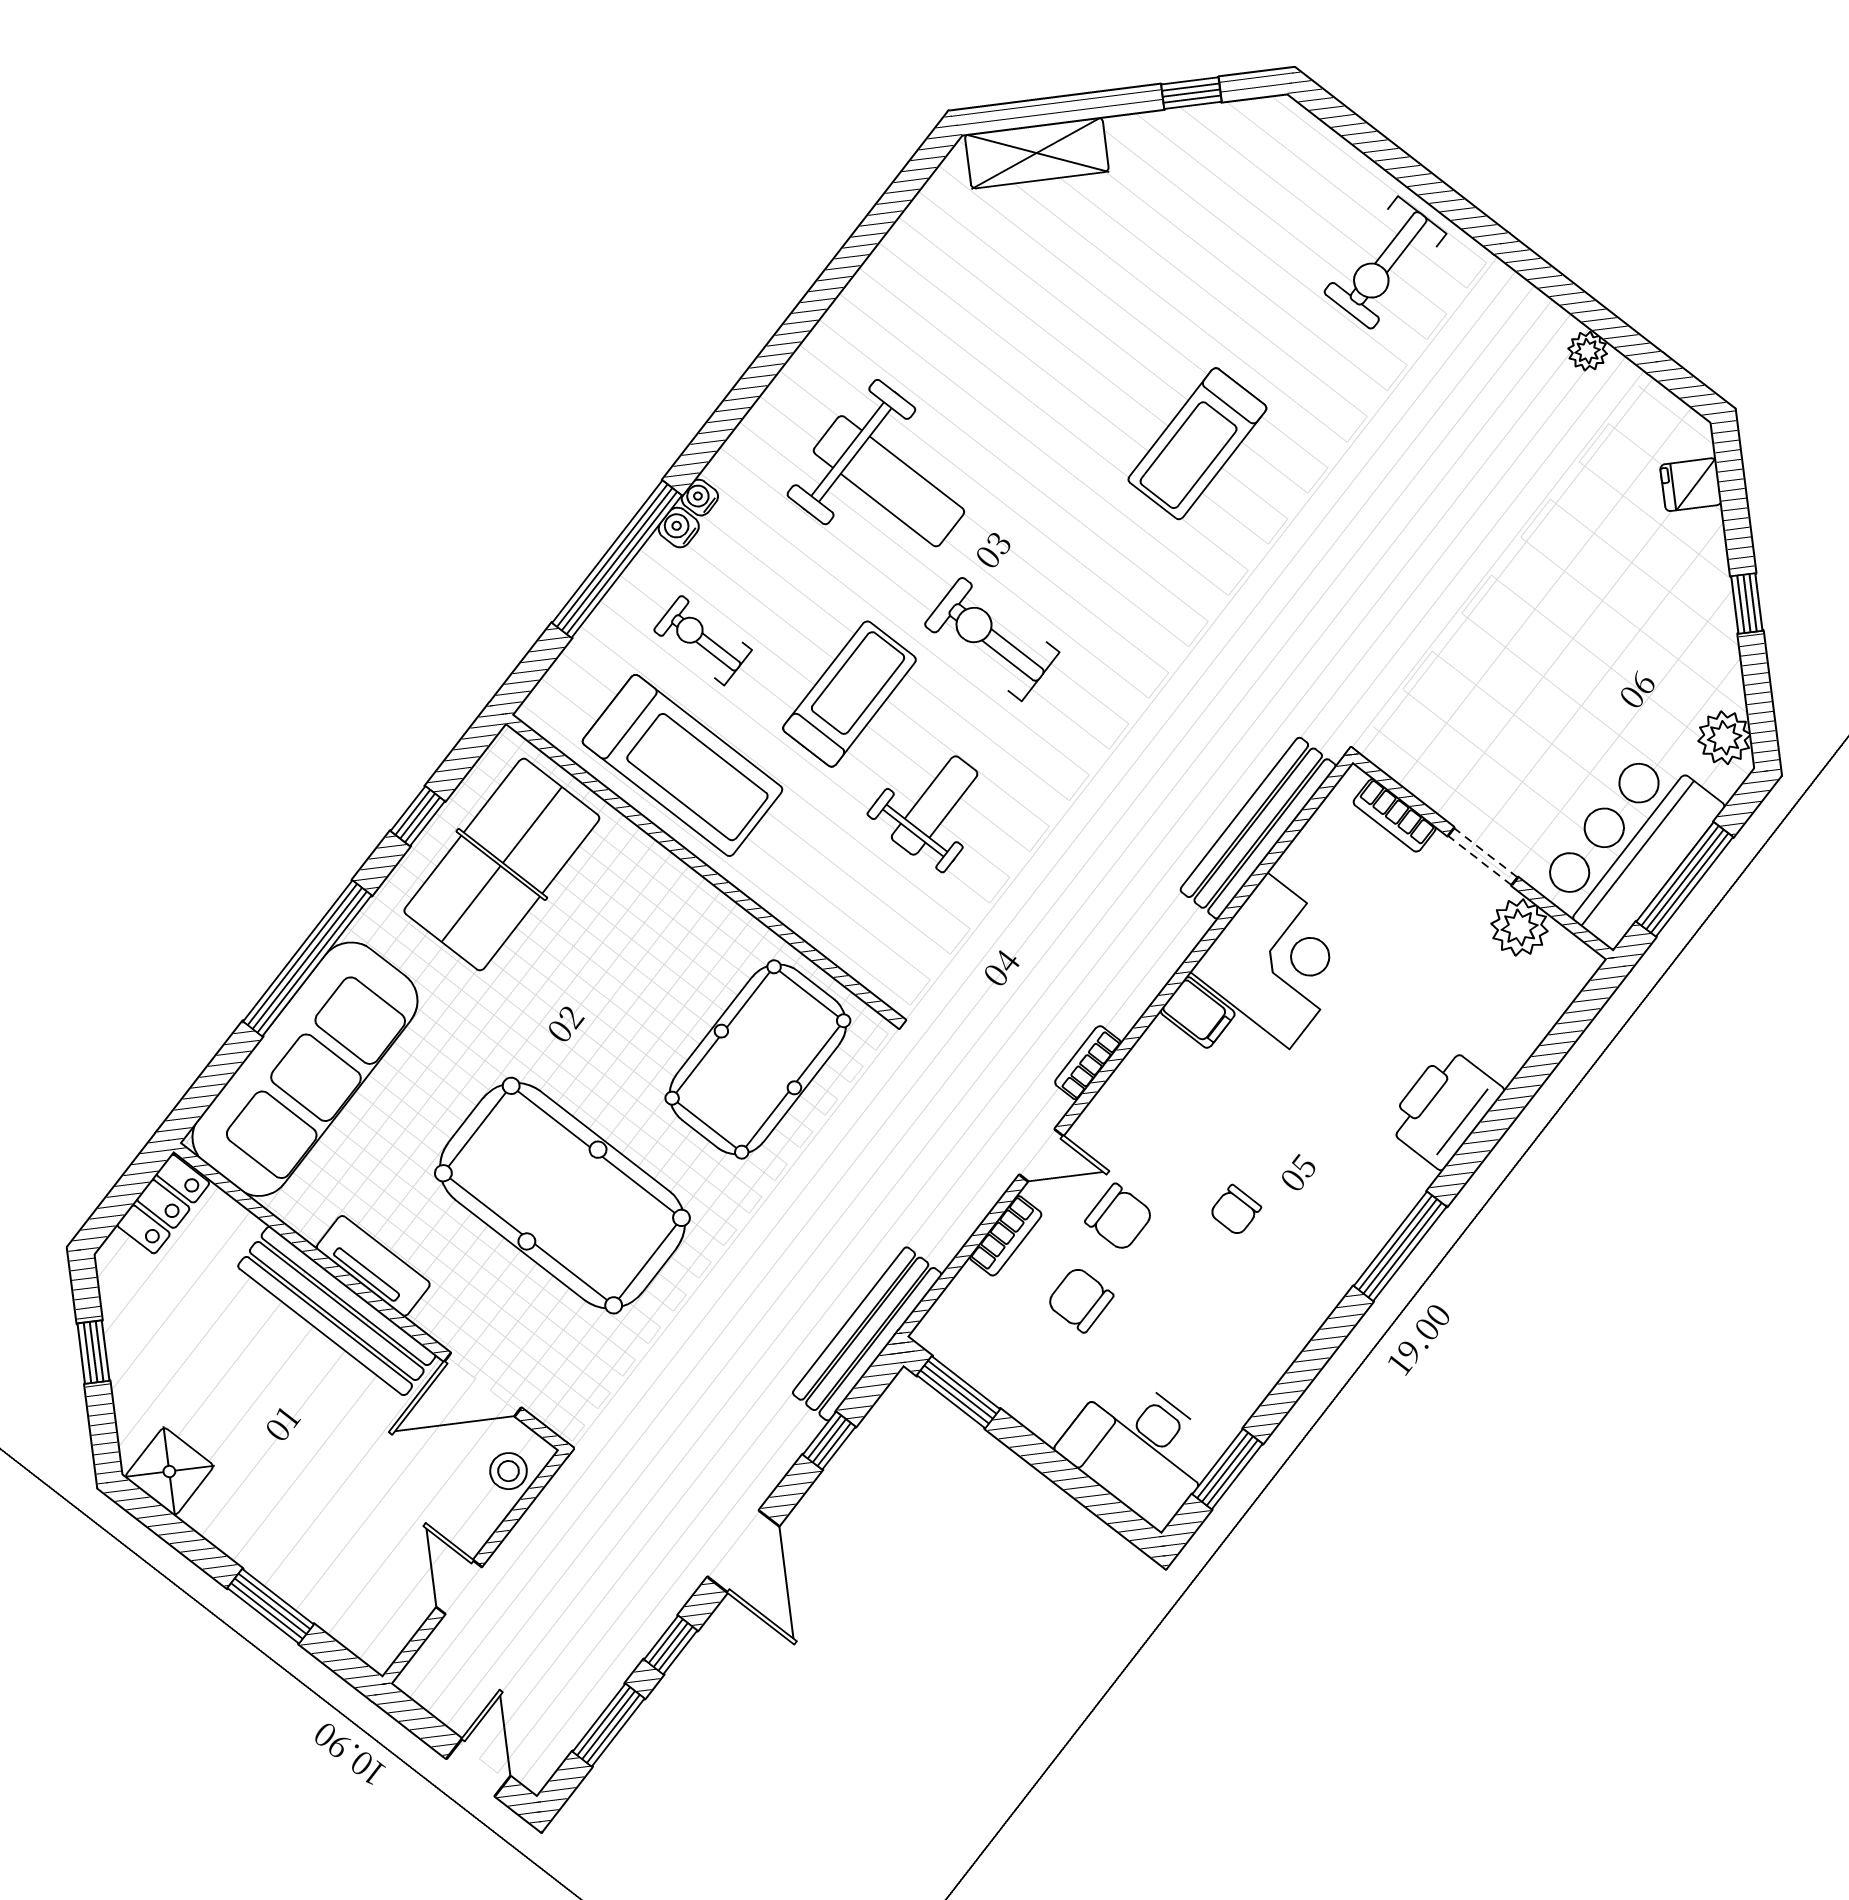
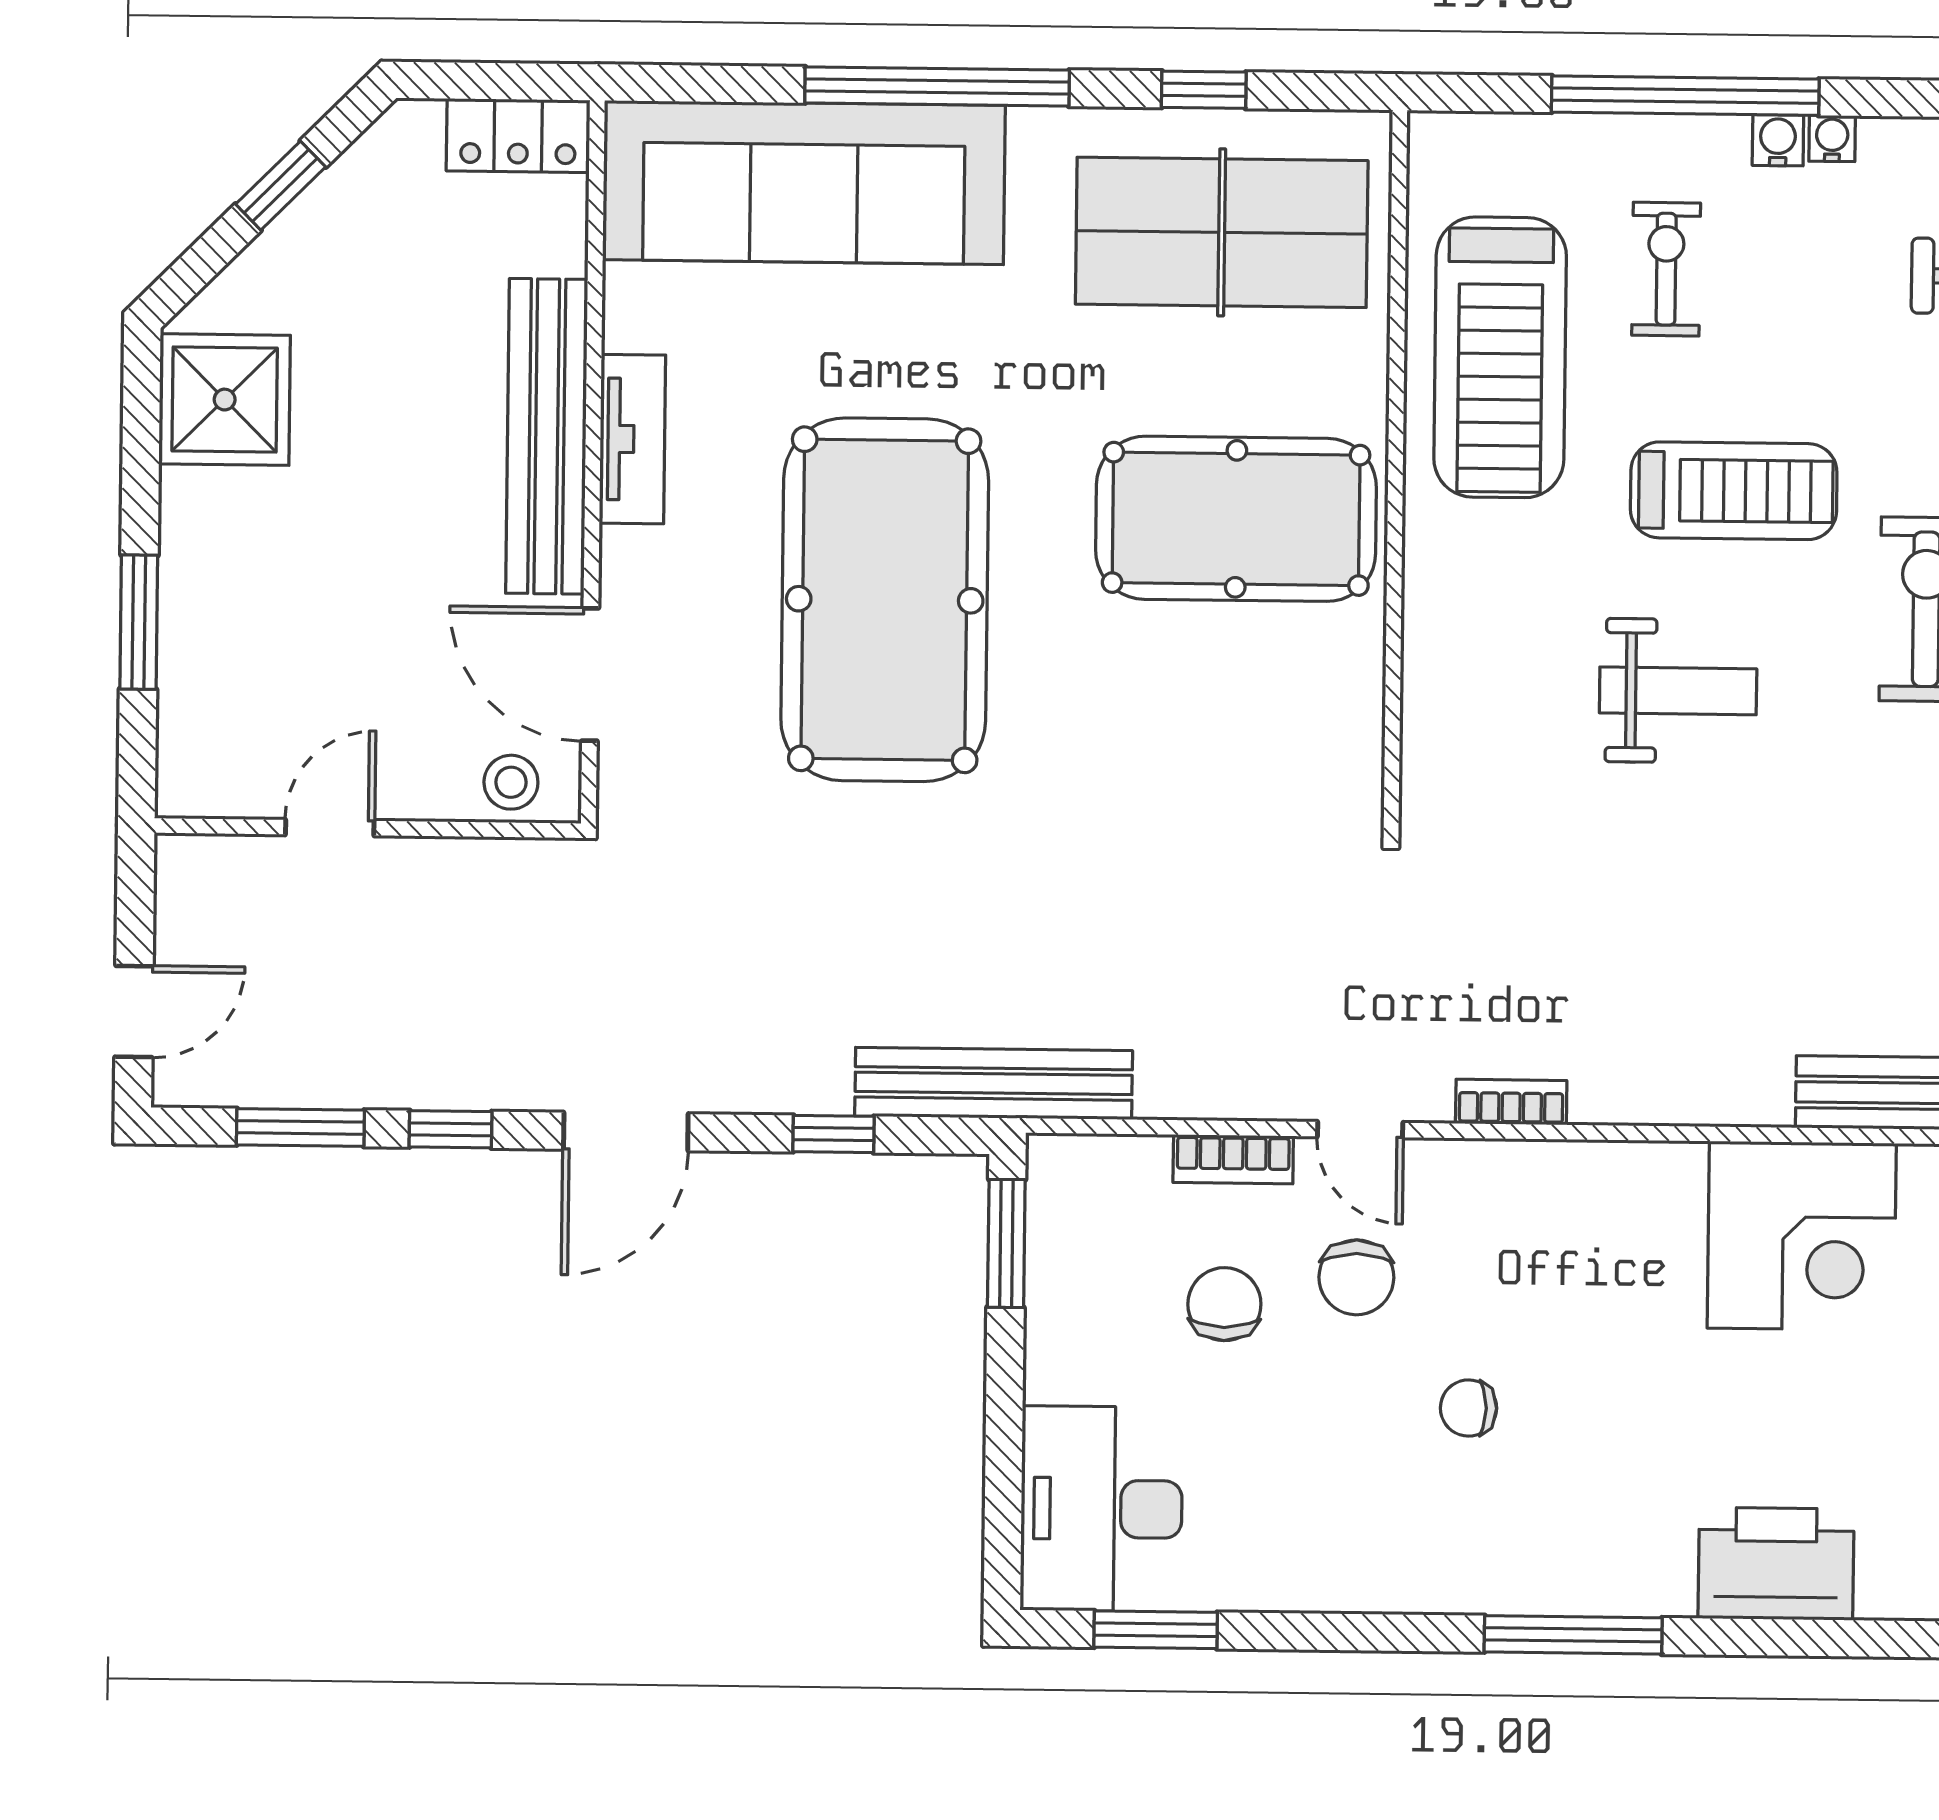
filing cabinet: (1198, 1012) -> (1669, 1187), removed
pool table: (758, 1059) -> (1236, 519), moved
shower: (169, 1472) -> (225, 400), width x1.36, depth x1.36

